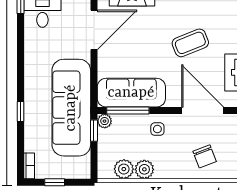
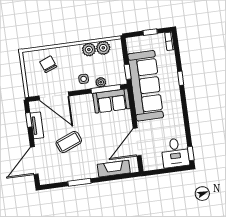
sofa: (131, 93) -> (111, 101), width x0.73
plant: (105, 121) -> (101, 82), moved

